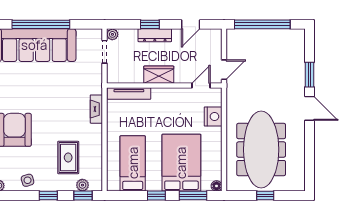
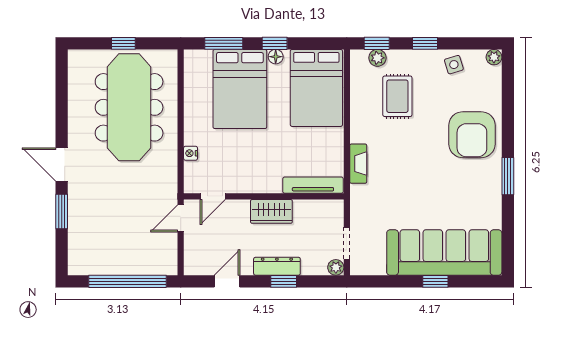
window: (41, 24) -> (435, 281), width x0.32
nightstand: (213, 117) -> (191, 153), width x0.53, depth x0.56
bed: (133, 163) -> (316, 88), width x1.50
floor lamp: (217, 186) -> (276, 57), moved

